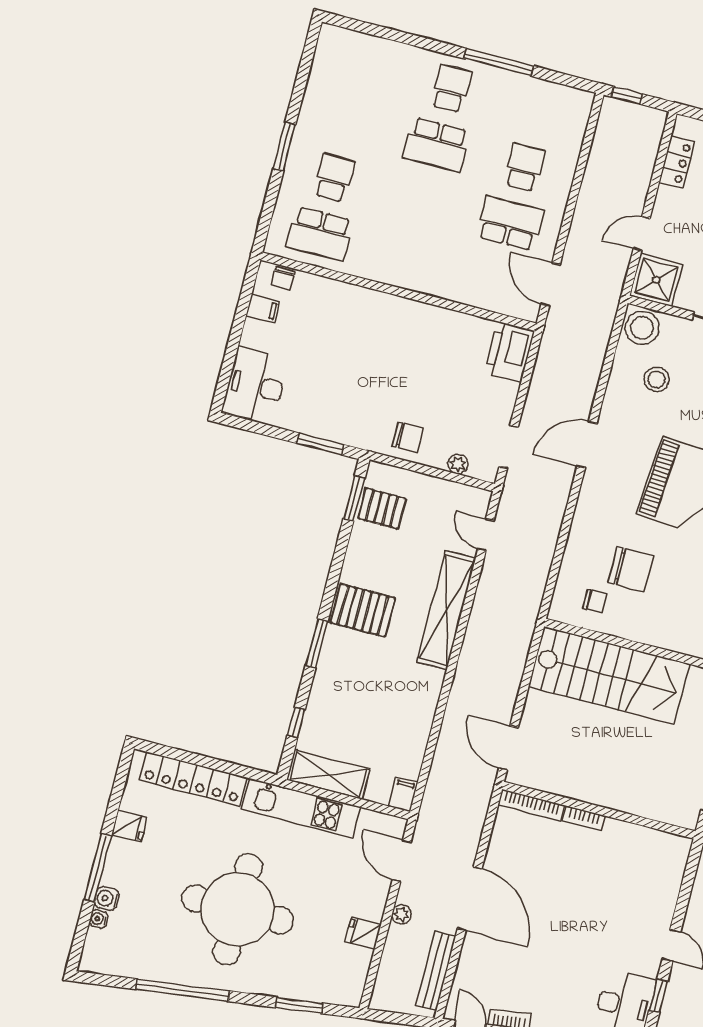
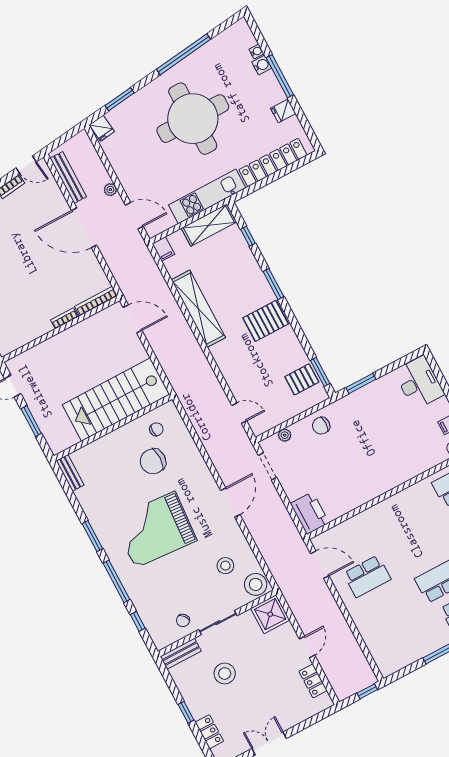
school desk: (524, 167) -> (385, 610), removed
door: (642, 234) -> (307, 647), moved
chair: (595, 601) -> (156, 429), turned 180
shelving: (446, 610) -> (198, 309), moved
fridge: (363, 933) -> (102, 128), moved, turned 83

